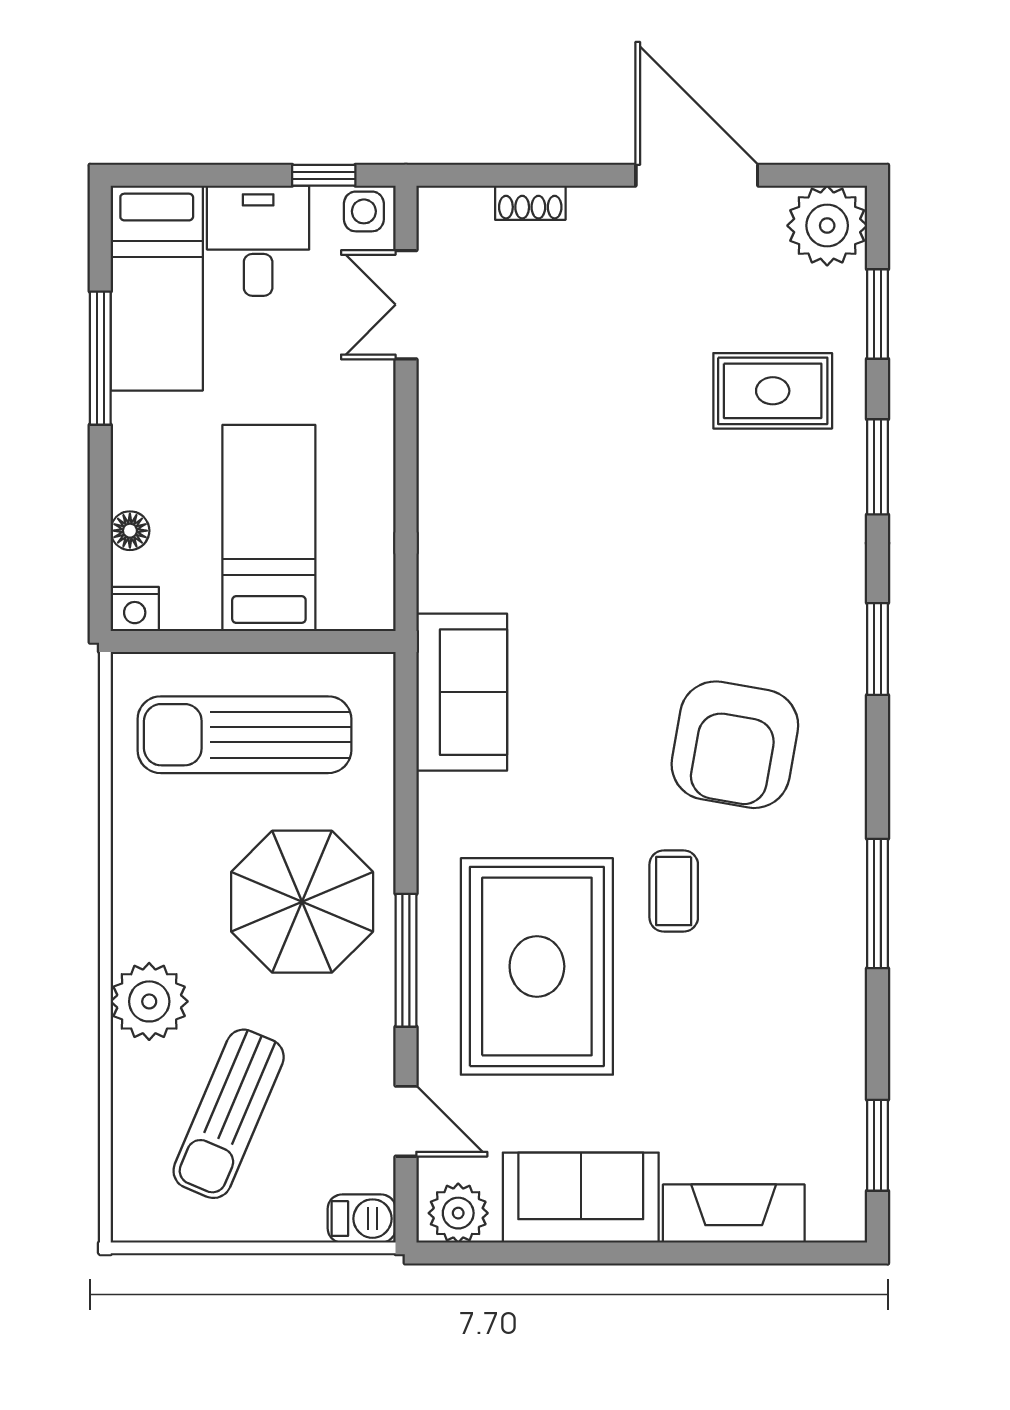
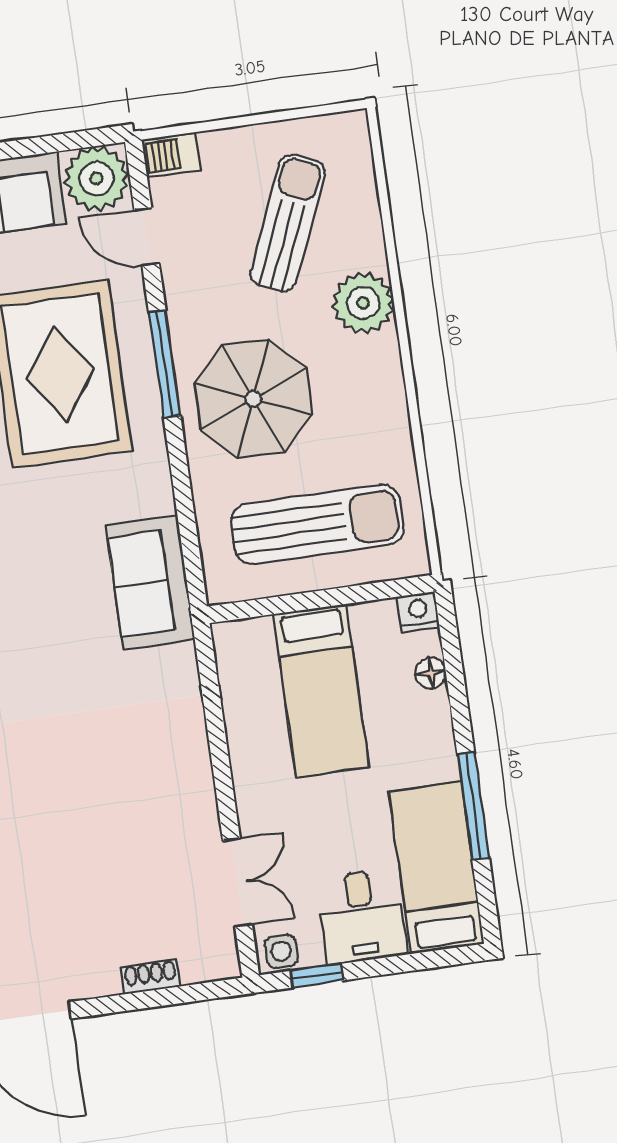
plant: (458, 1213) -> (96, 179), width x1.36, depth x1.36

